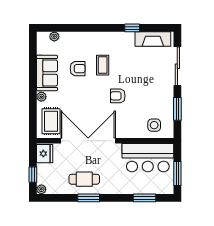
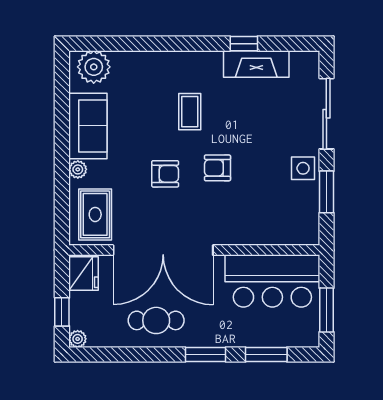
plant: (54, 36) -> (94, 67), width x1.88, depth x1.88
fireplace: (153, 39) -> (256, 64), moved
armchair: (78, 69) -> (165, 174), moved
side table: (154, 125) -> (303, 168), moved
double door: (88, 141) -> (163, 250), swing flipped
window: (89, 198) -> (205, 355), moved

